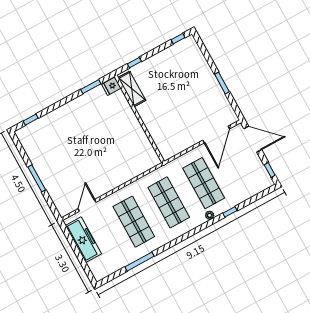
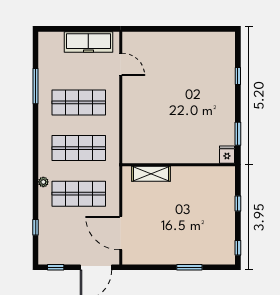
window: (134, 63) -> (238, 204), moved
window: (222, 83) -> (189, 267), moved
shelving: (132, 89) -> (151, 174), moved
window: (31, 120) -> (238, 76), moved
window: (37, 178) -> (176, 29), removed
window: (230, 212) -> (36, 227), moved

